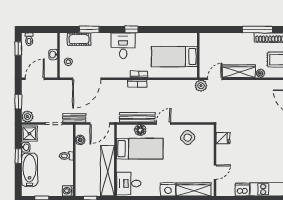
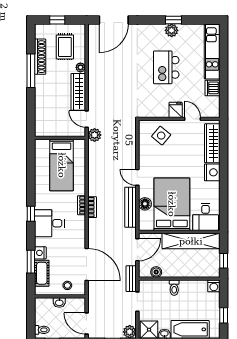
nightstand: (97, 38) -> (40, 253), added
door: (100, 123) -> (137, 250), hinge flipped
side table: (188, 138) -> (161, 136), moved
fridge: (223, 138) -> (176, 110), moved
bed: (140, 149) -> (172, 204), width x1.50
kitchen island: (261, 149) -> (166, 67), added

